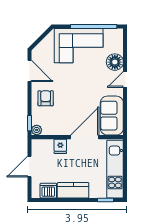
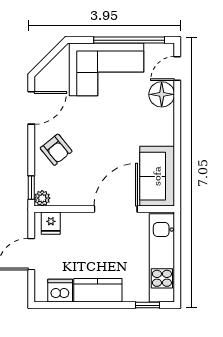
door: (29, 71) -> (31, 108), hinge flipped
door: (125, 80) -> (177, 69), moved
armchair: (46, 98) -> (56, 150), turned 141
fridge: (60, 146) -> (51, 223), moved

